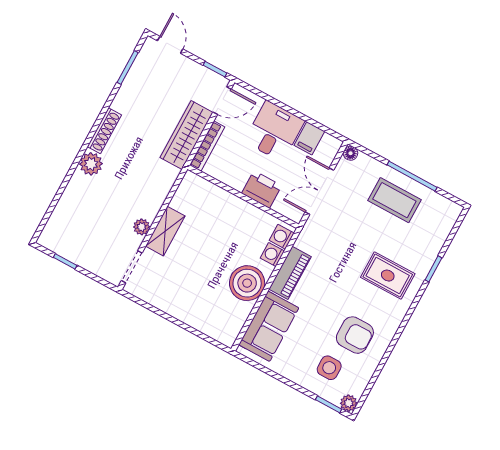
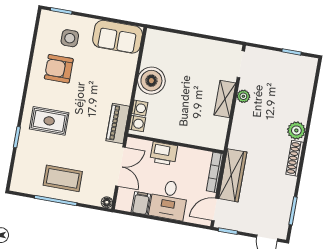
piano: (290, 273) -> (118, 123), moved
sofa: (269, 326) -> (118, 37), moved, turned -90
plant: (349, 403) -> (47, 17), removed

